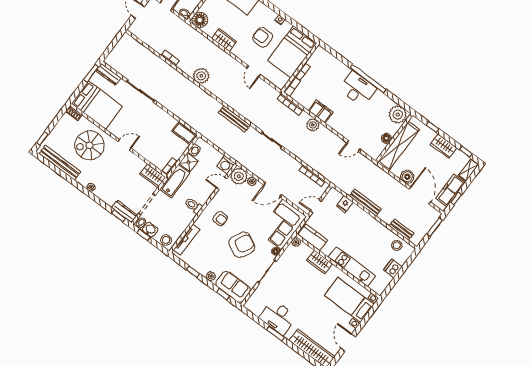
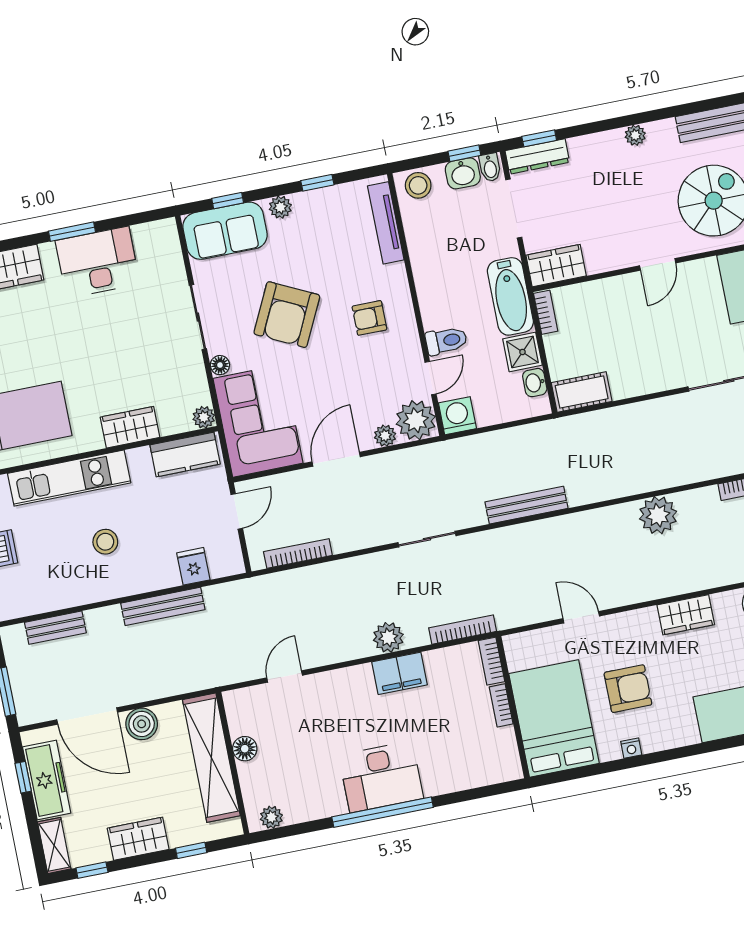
plant: (398, 115) -> (271, 817), width x0.53, depth x0.53
toilet: (193, 206) -> (446, 341), moved
stool: (397, 245) -> (105, 542), moved

